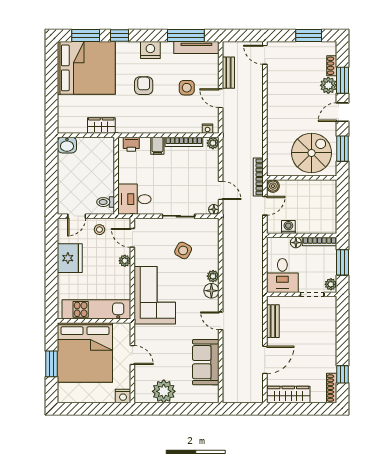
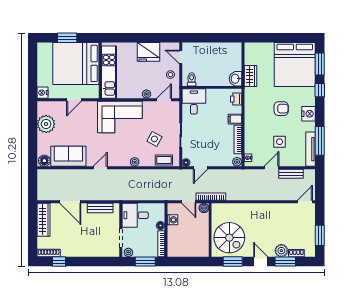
washbasin: (67, 145) -> (235, 79), moved
coffee table: (210, 238) -> (164, 160), added
floor lamp: (211, 291) -> (44, 161), moved

